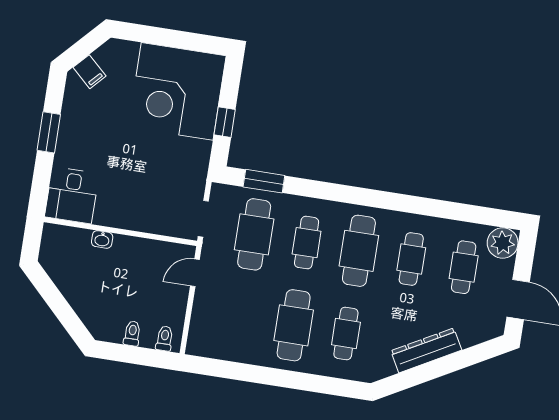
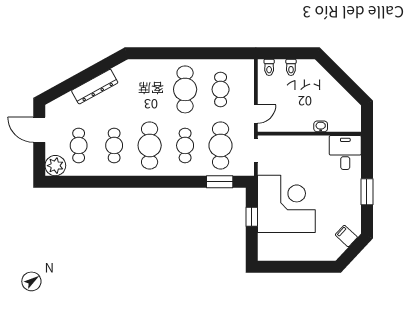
corner desk: (177, 91) -> (286, 204), moved
cafe table: (346, 333) -> (221, 89), moved

